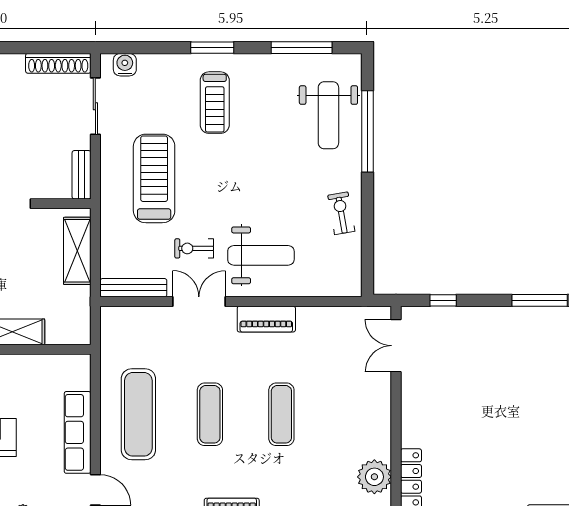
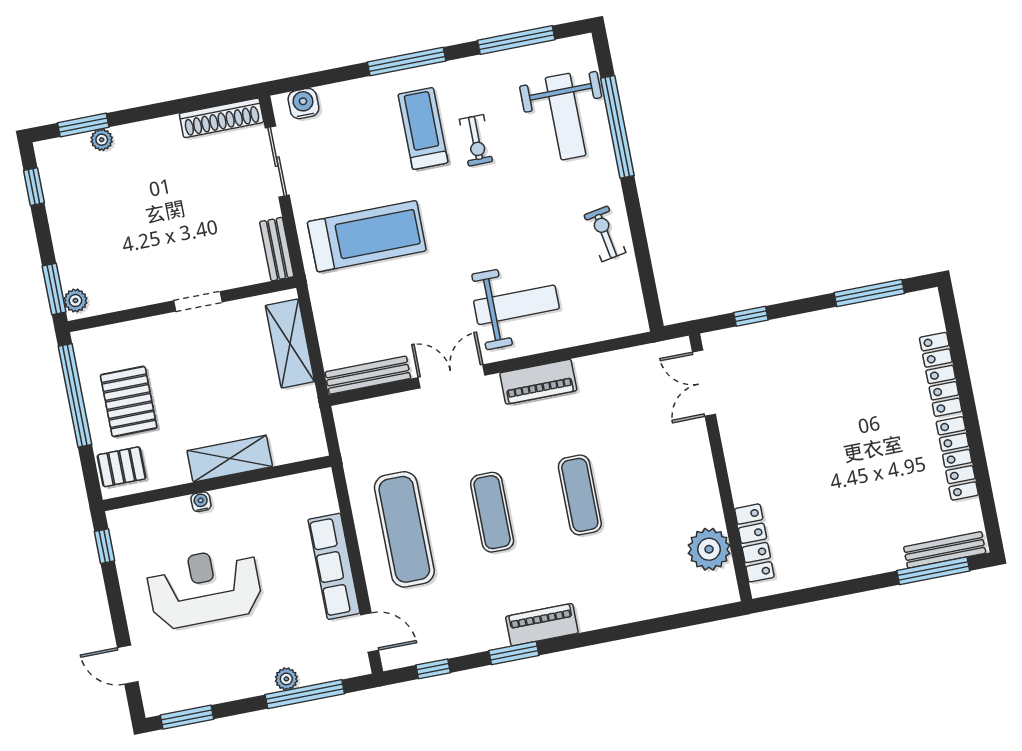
window: (212, 48) -> (407, 62), width x1.44
treadmill: (215, 103) -> (423, 128), turned 180
treadmill: (154, 178) -> (367, 236), turned 90
exercise bike: (194, 248) -> (476, 140), moved, turned -90

